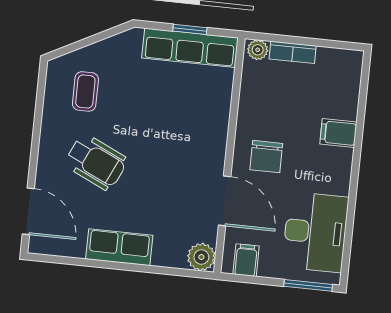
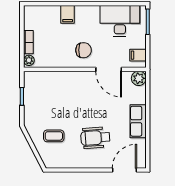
row of seats: (190, 48) -> (31, 95), removed
coffee table: (85, 91) -> (54, 136), moved
wheelchair: (96, 162) -> (95, 138), turned -119
door: (225, 201) -> (109, 69), swing flipped

